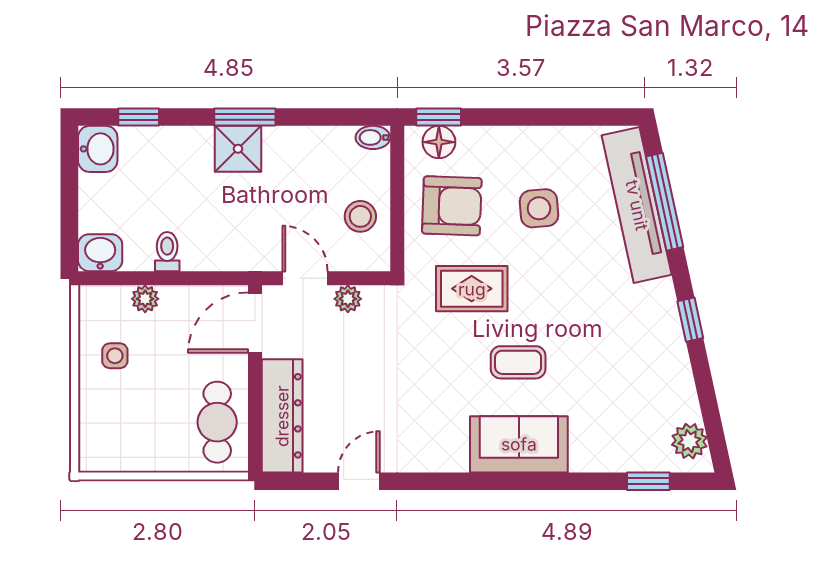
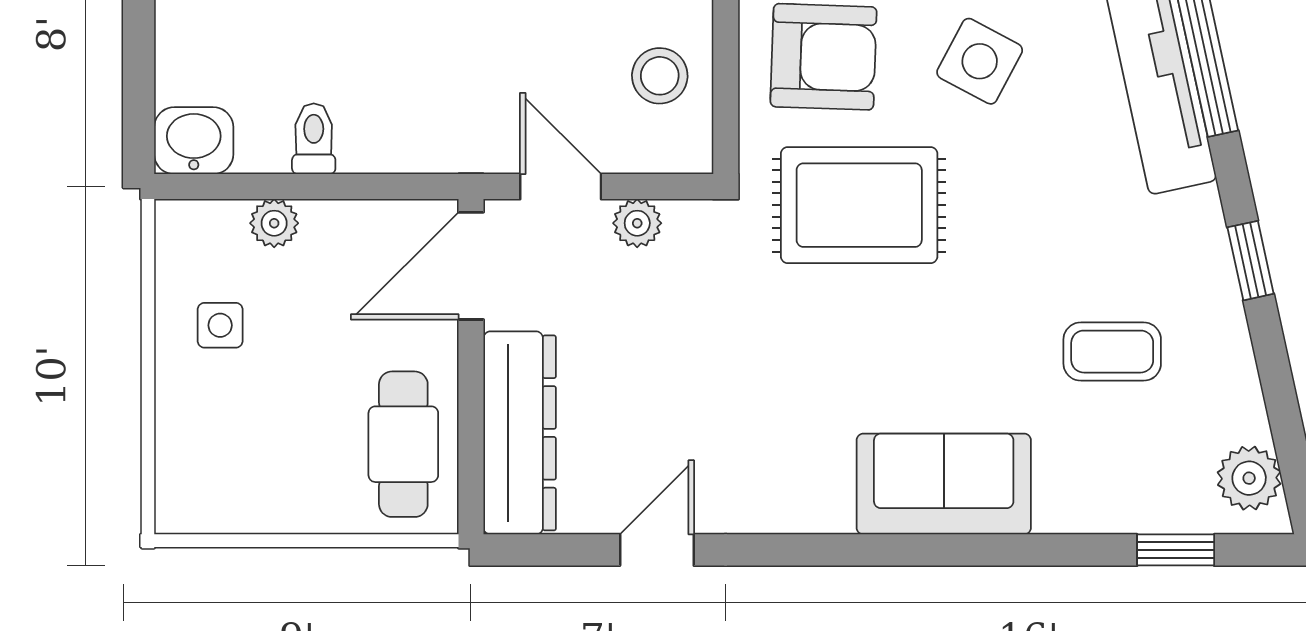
side table: (539, 208) -> (980, 61), turned 33
rug: (472, 289) -> (859, 205), width x1.36, depth x1.43
coffee table: (518, 362) -> (1112, 352), moved

